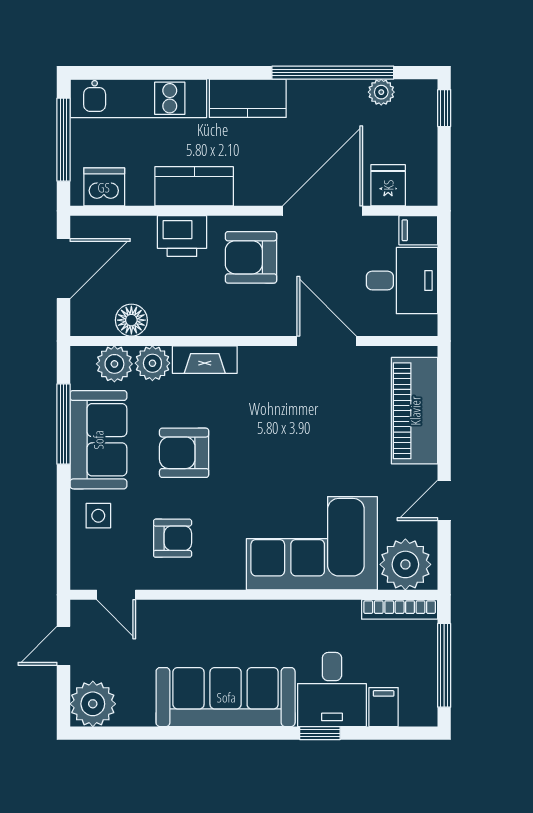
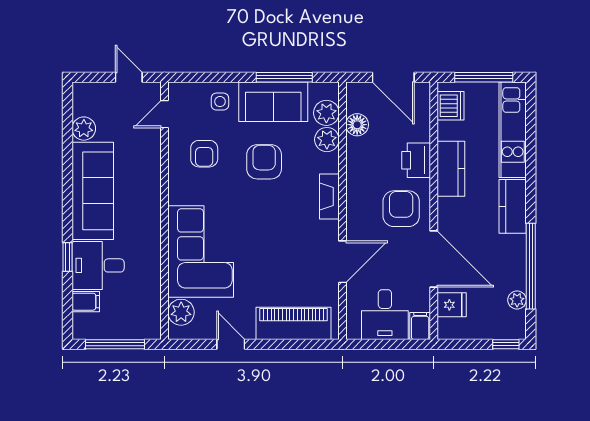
fireplace: (205, 360) -> (329, 197), moved
plant: (405, 564) -> (181, 312), width x0.73, depth x0.73
bookcase: (400, 609) -> (154, 313), removed
plant: (93, 704) -> (84, 129), moved, width x0.73, depth x0.73

